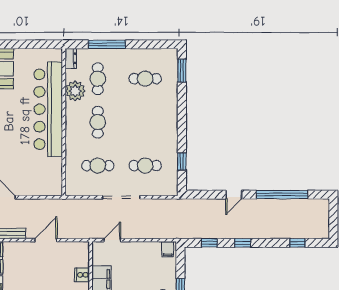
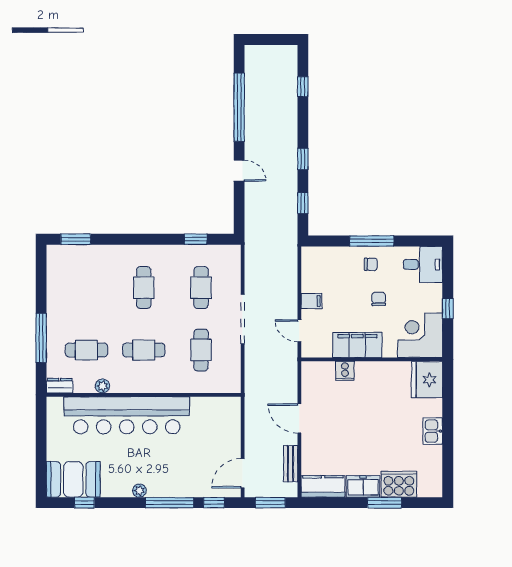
cafe table: (145, 79) -> (144, 288), moved
plant: (75, 91) -> (103, 386), width x0.53, depth x0.53
filing cabinet: (168, 249) -> (311, 301), moved

